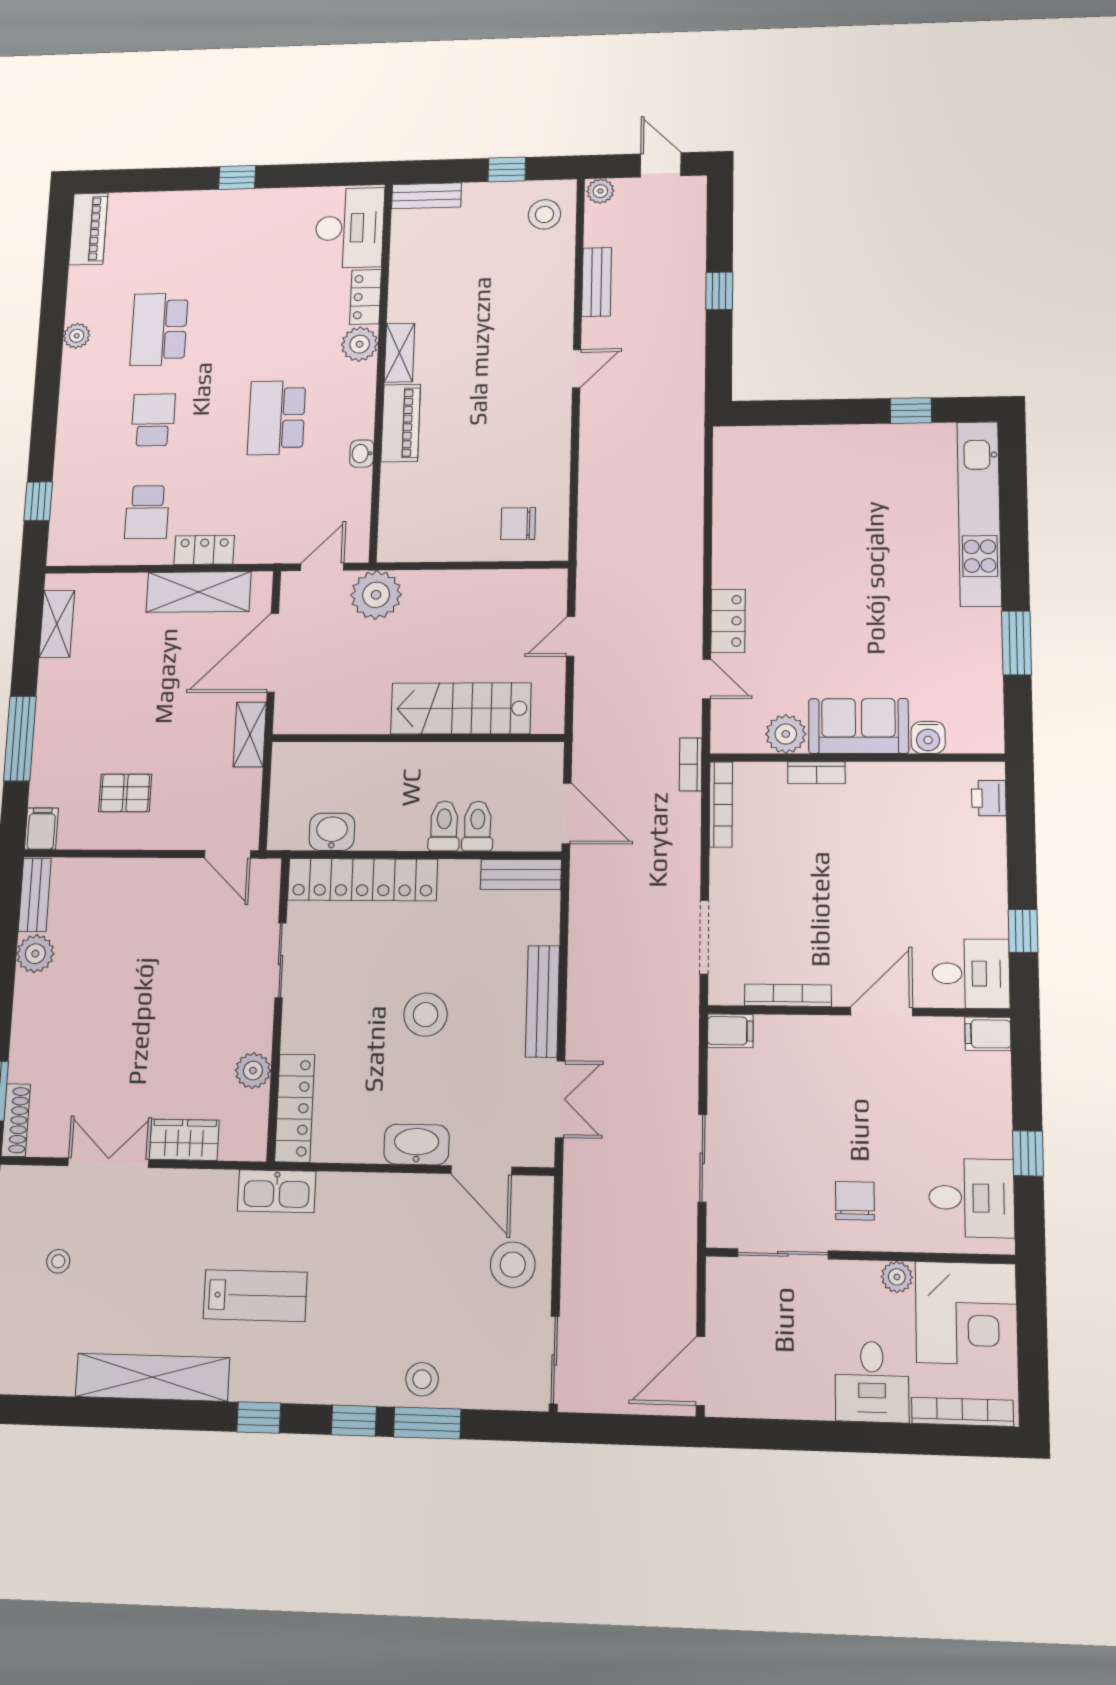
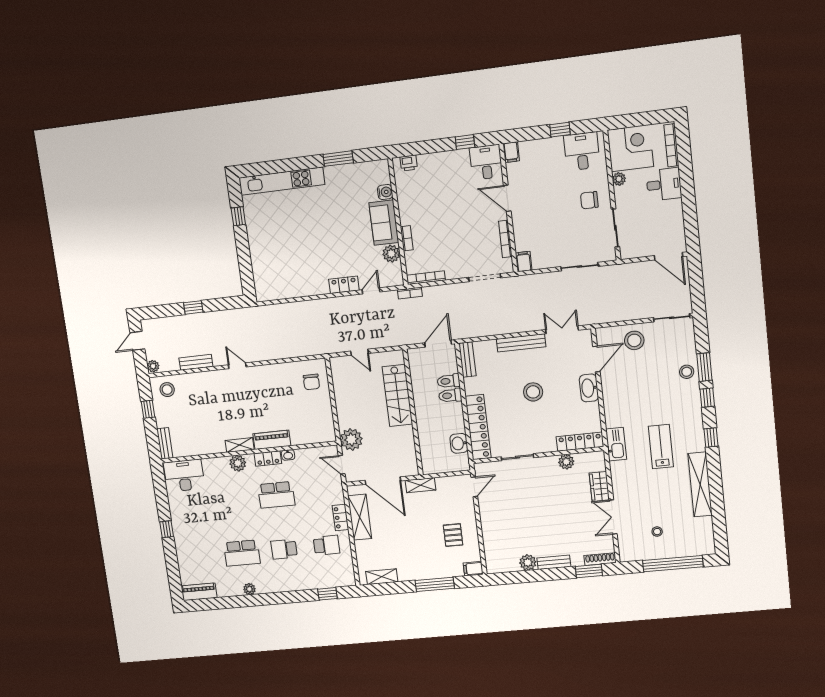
locker: (365, 297) -> (268, 458), moved
bench: (35, 895) -> (554, 562), moved

